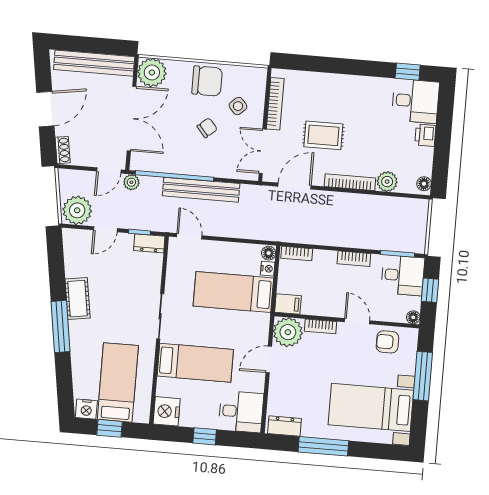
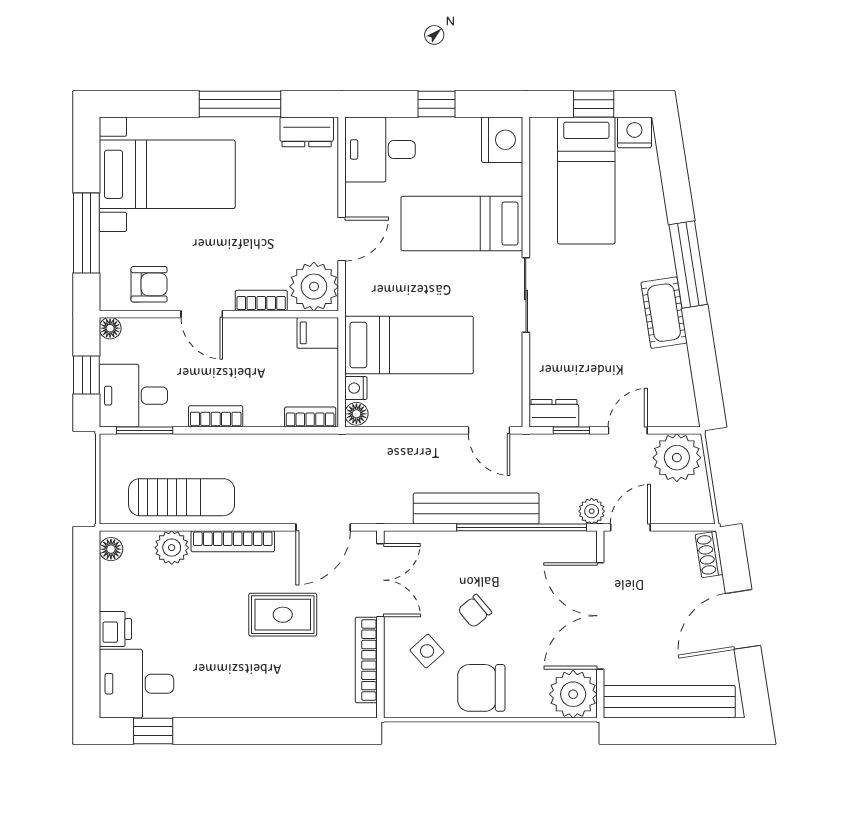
sun lounger: (379, 212) -> (182, 497), added

